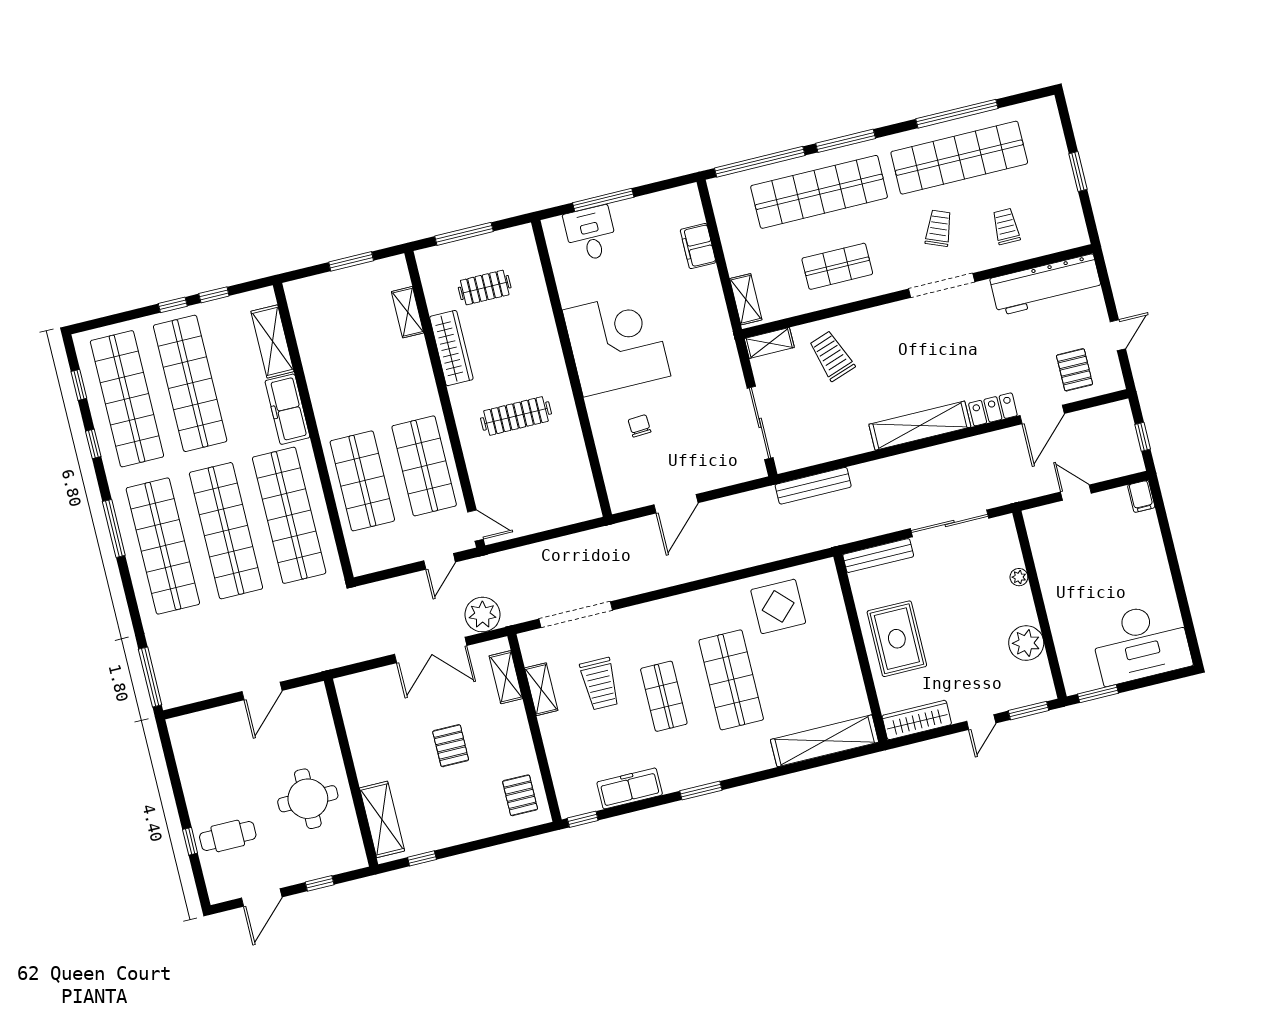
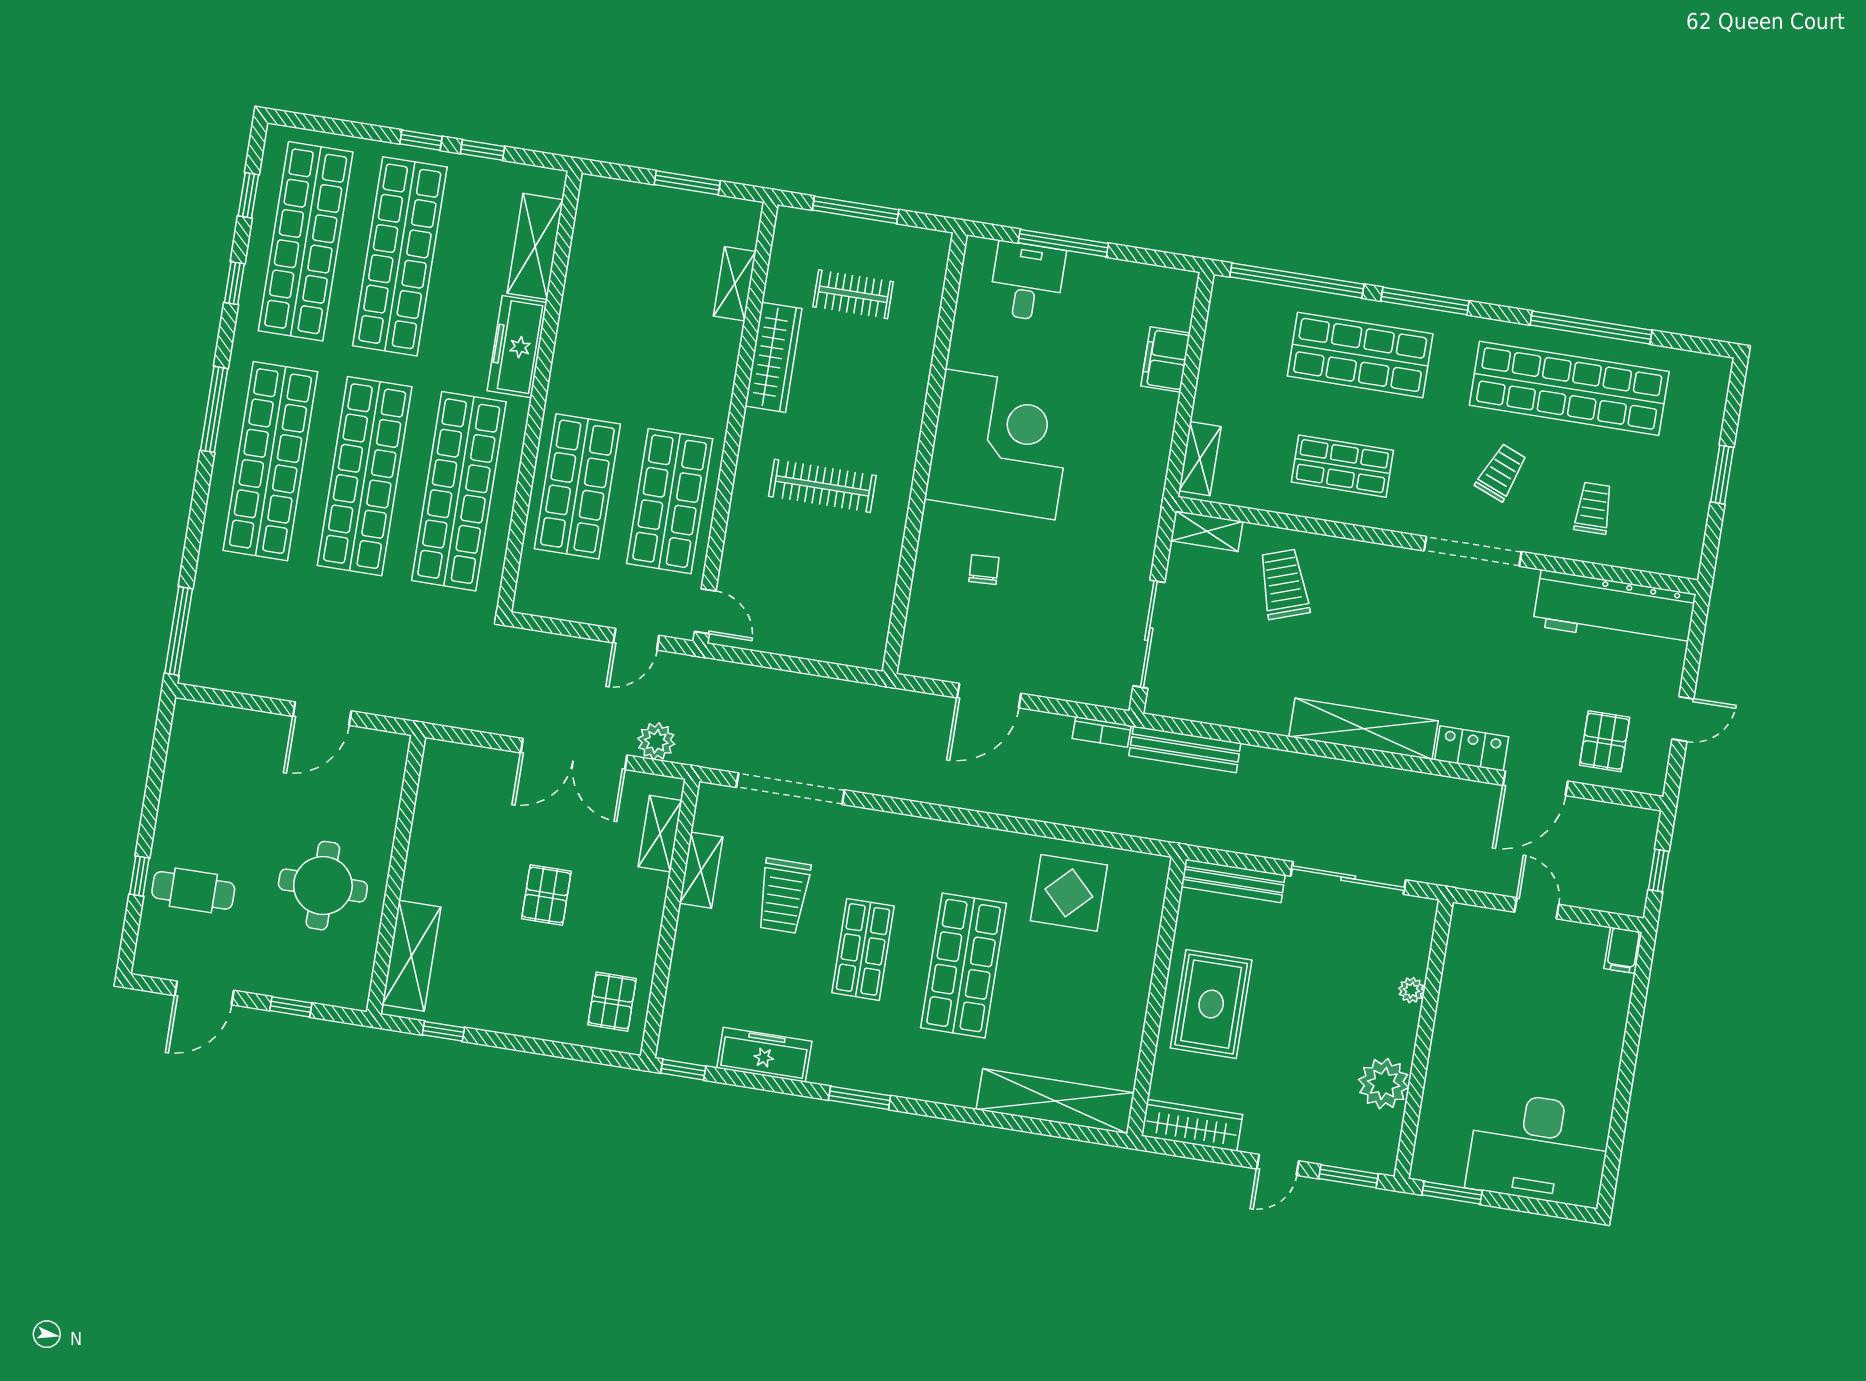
shop shelf: (819, 192) -> (1360, 355), width x0.71
bookcase: (756, 497) -> (1102, 732), added
plant: (482, 615) -> (656, 741), width x0.73, depth x0.73

